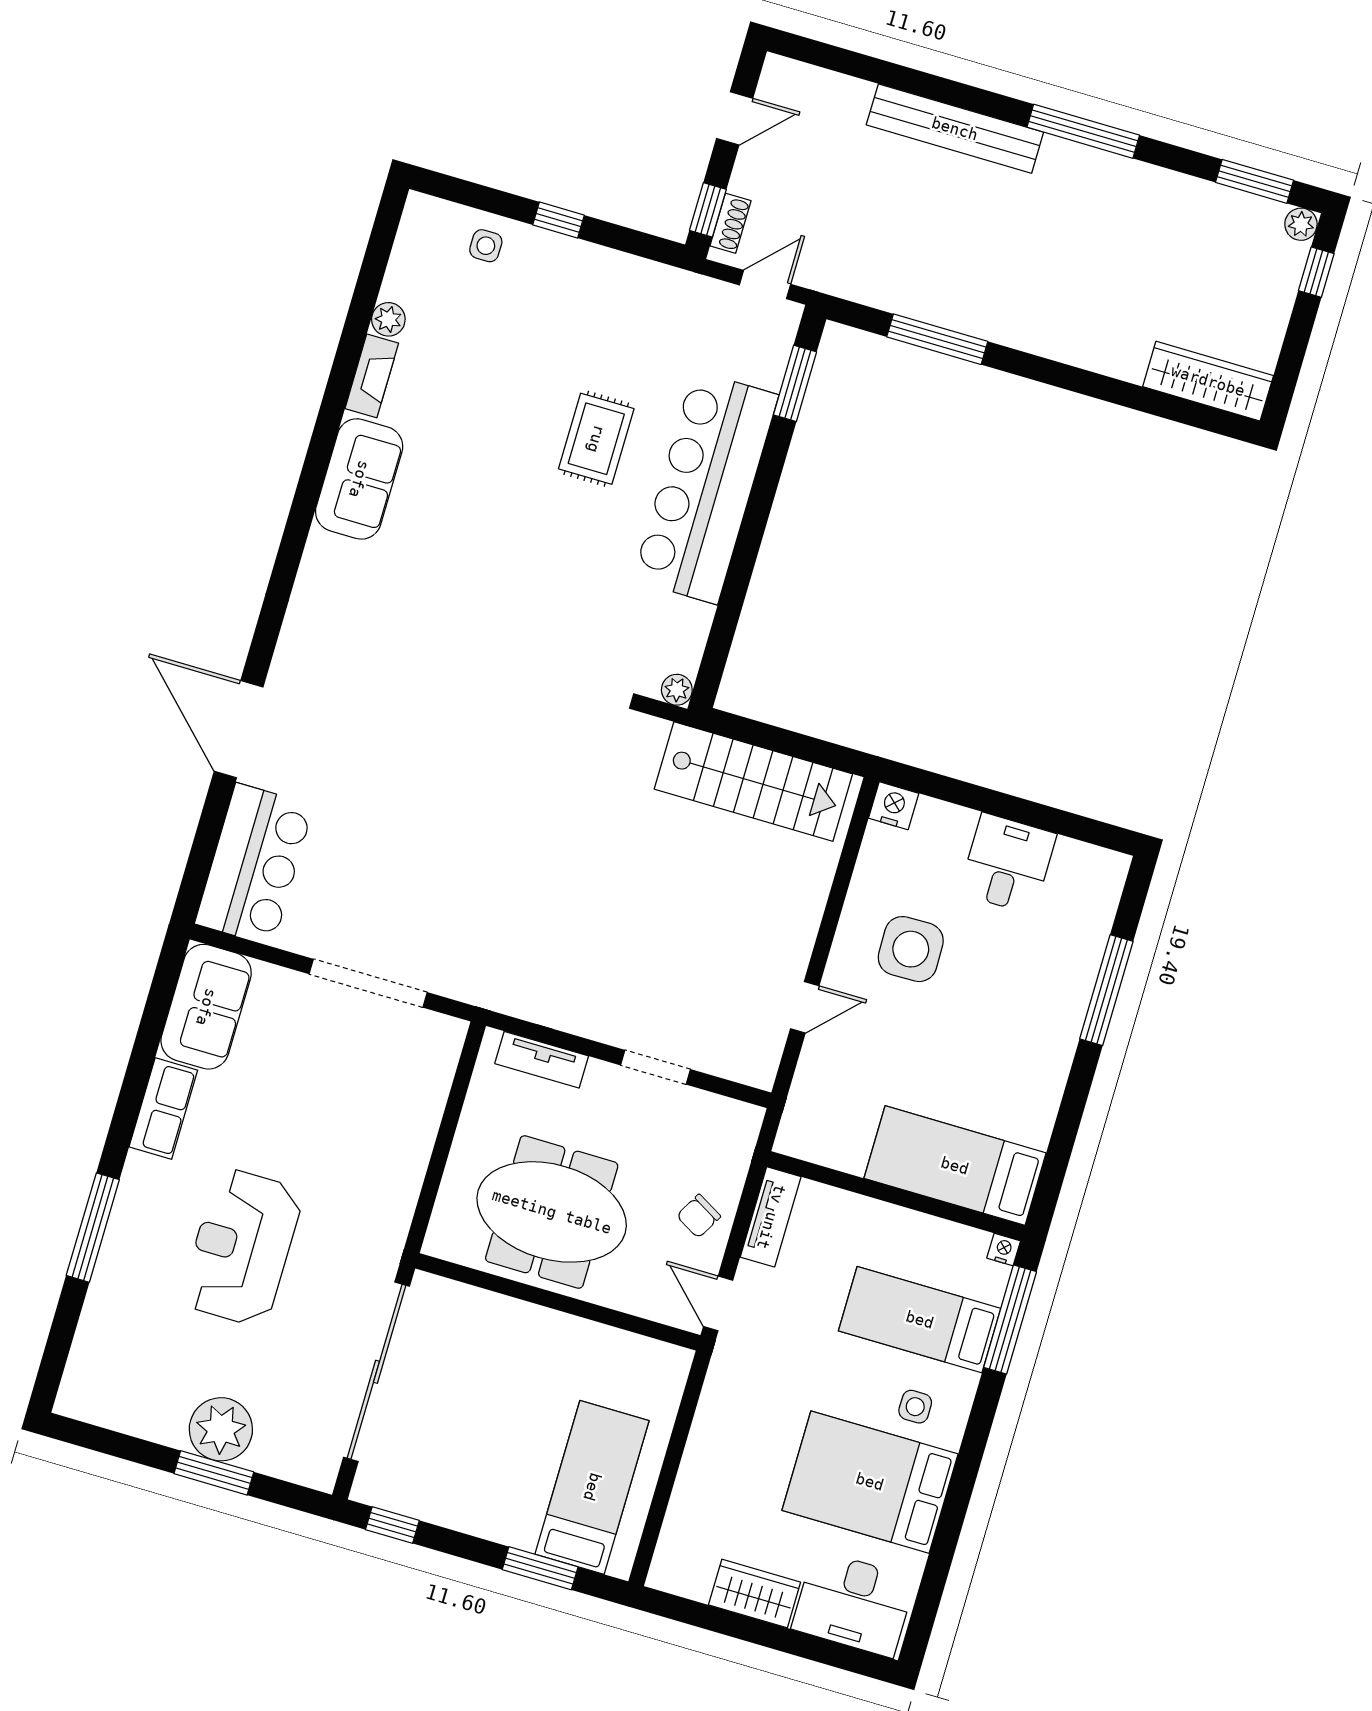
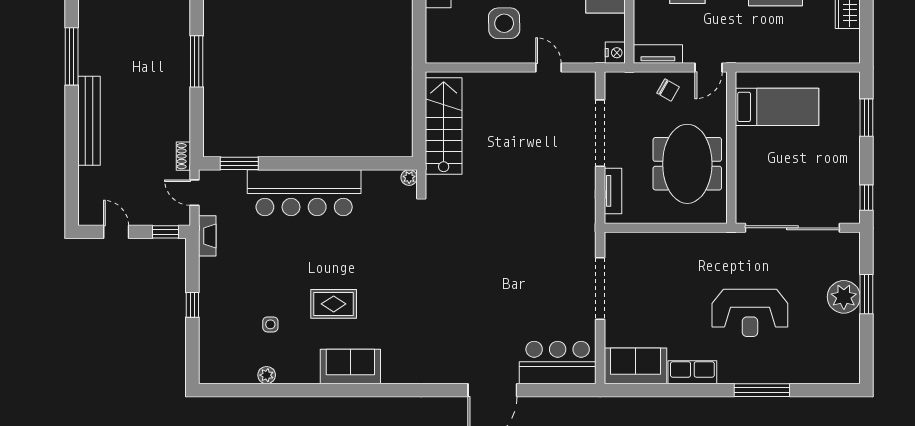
shoe rack: (730, 223) -> (183, 156), moved, turned -90
side table: (486, 246) -> (270, 324), moved
window: (937, 339) -> (197, 61), moved
fireplace: (372, 376) -> (207, 236), moved, turned 90
rug: (596, 439) -> (334, 304), moved
nightstand: (894, 806) -> (615, 53), moved, turned 180
doorway: (656, 1067) -> (600, 133), width x1.87
bed: (592, 1487) -> (777, 107), moved, turned 180

